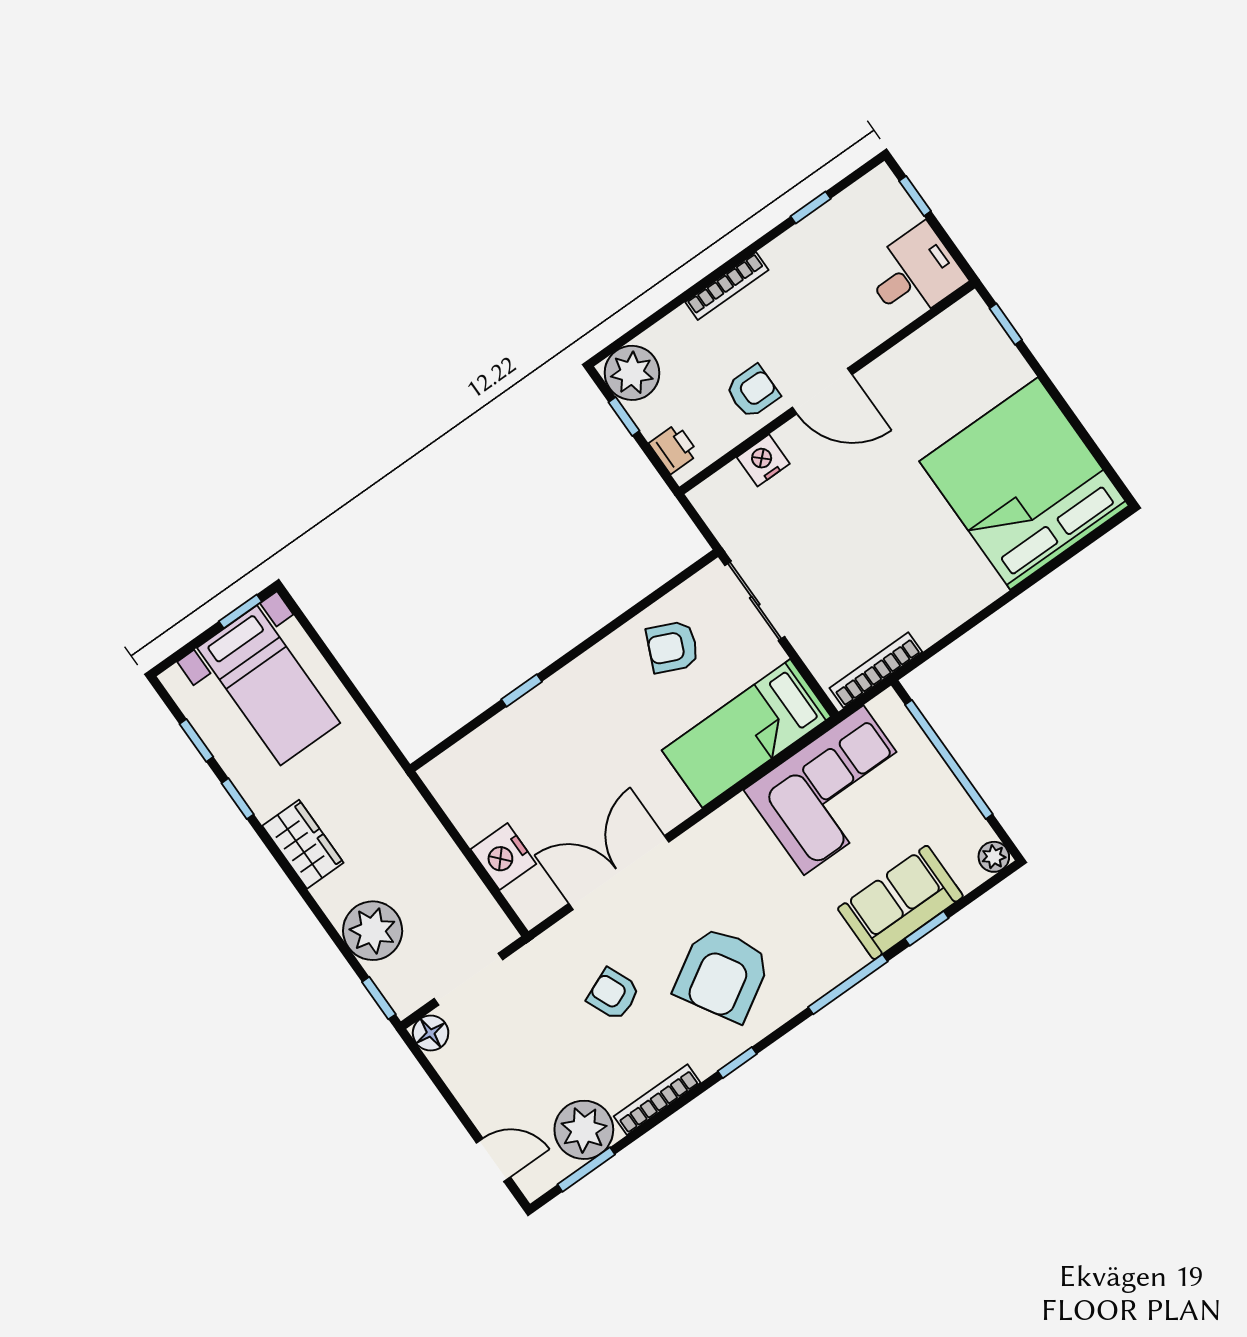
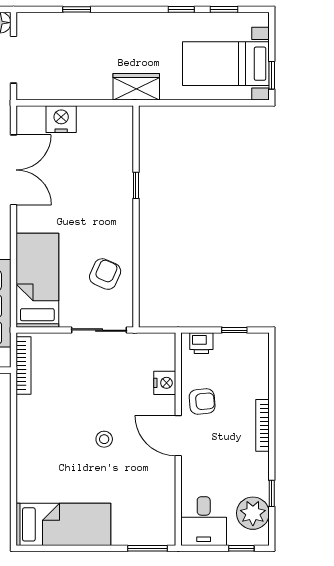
window: (1006, 324) -> (147, 548), width x1.50
plant: (632, 373) -> (253, 513), moved
armchair: (753, 391) -> (202, 401), turned -95
door: (822, 391) -> (178, 436), hinge flipped
bed: (1024, 483) -> (63, 524), width x0.49
stool: (899, 489) -> (104, 439), added
wardrobe: (303, 844) -> (136, 87), moved, turned 180
plant: (373, 931) -> (70, 30), removed
window: (379, 998) -> (77, 9), moved

